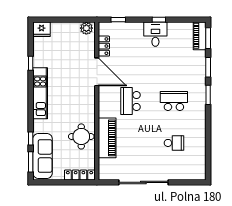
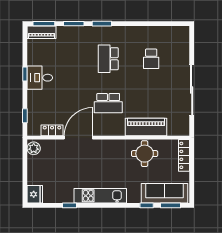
school desk: (174, 143) -> (151, 59), turned 180

